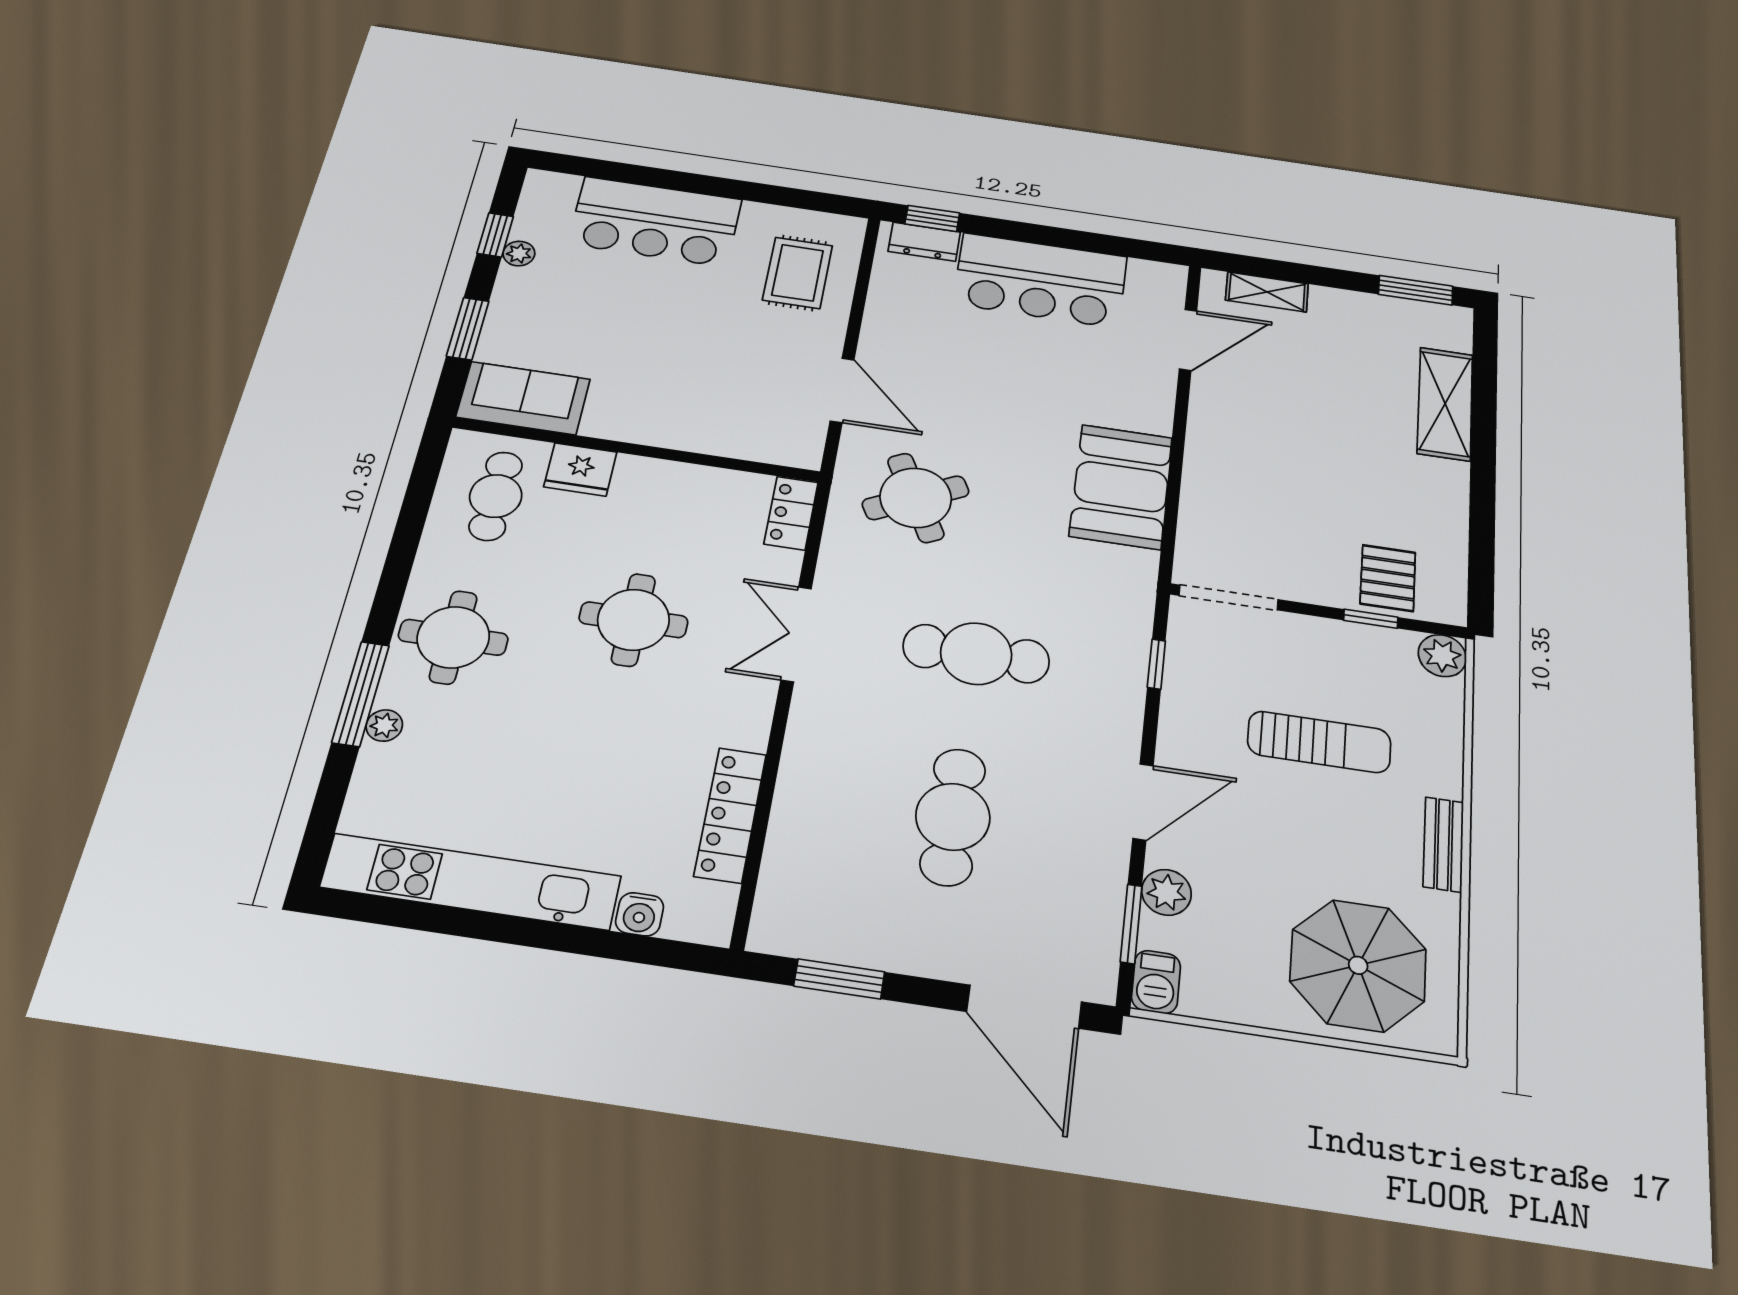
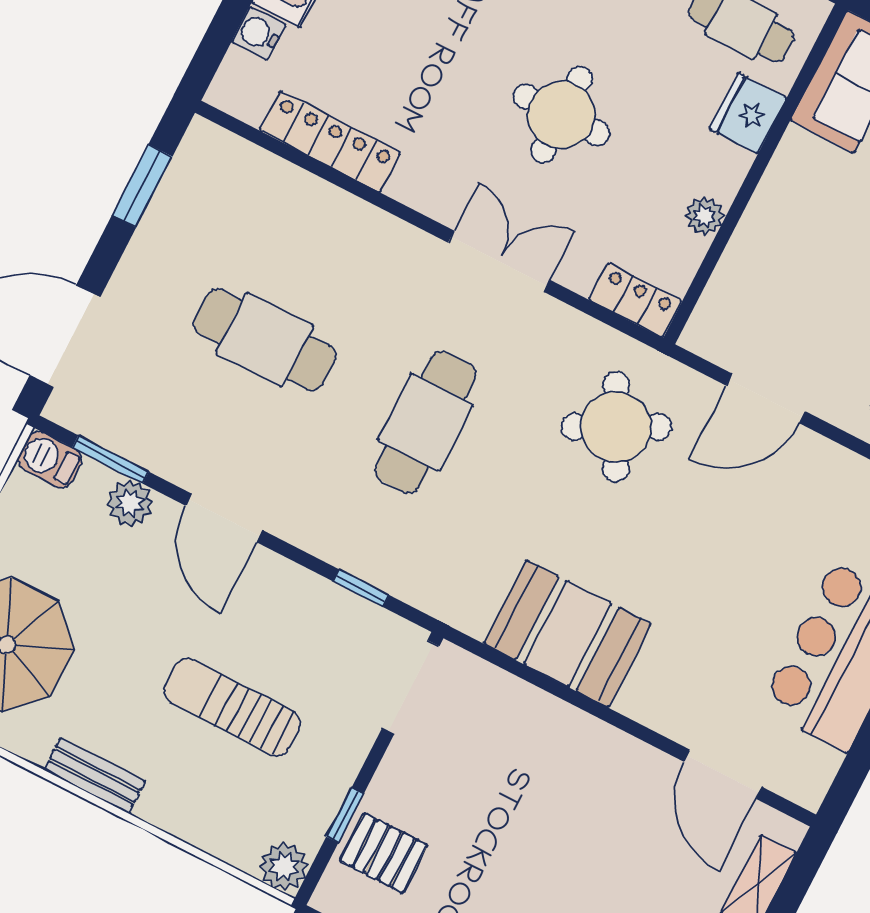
plant: (691, 479) -> (705, 216), added
sun lounger: (1319, 742) -> (232, 707), turned 90

